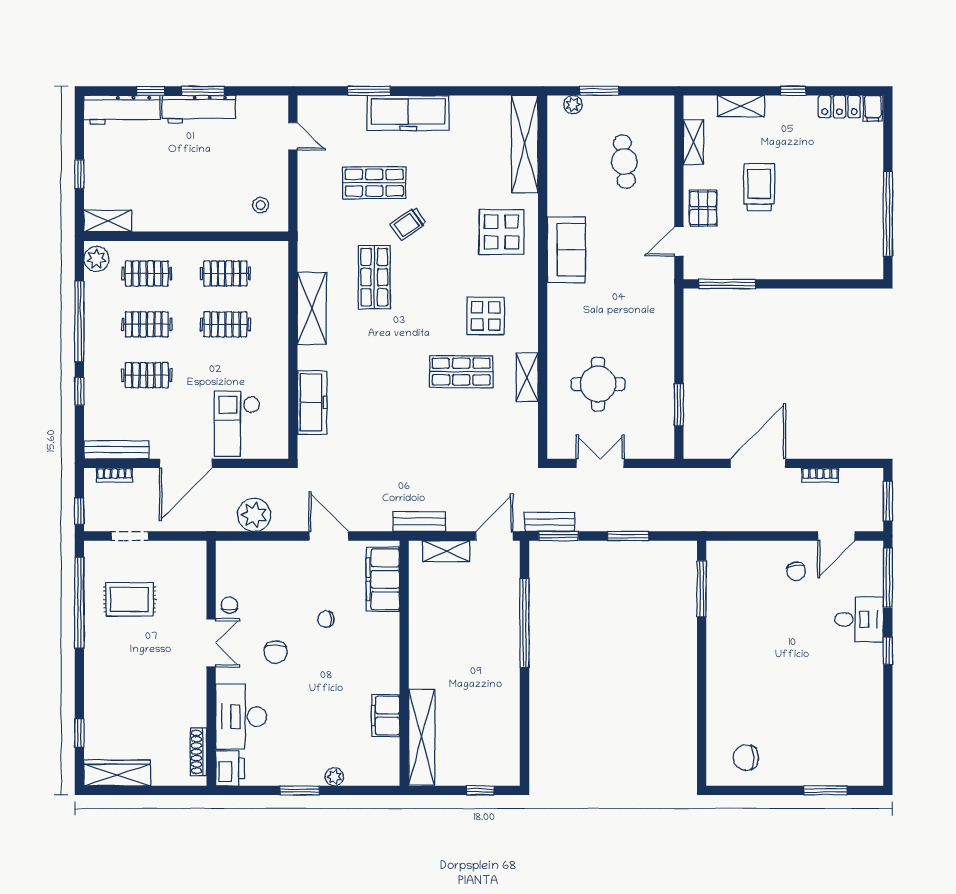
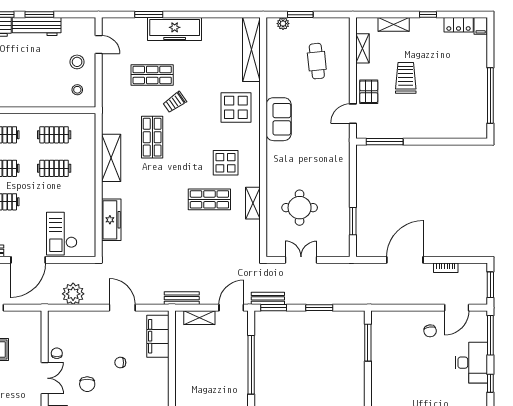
stool: (260, 163) -> (77, 62), added
desk: (859, 619) -> (471, 363), width x1.37

